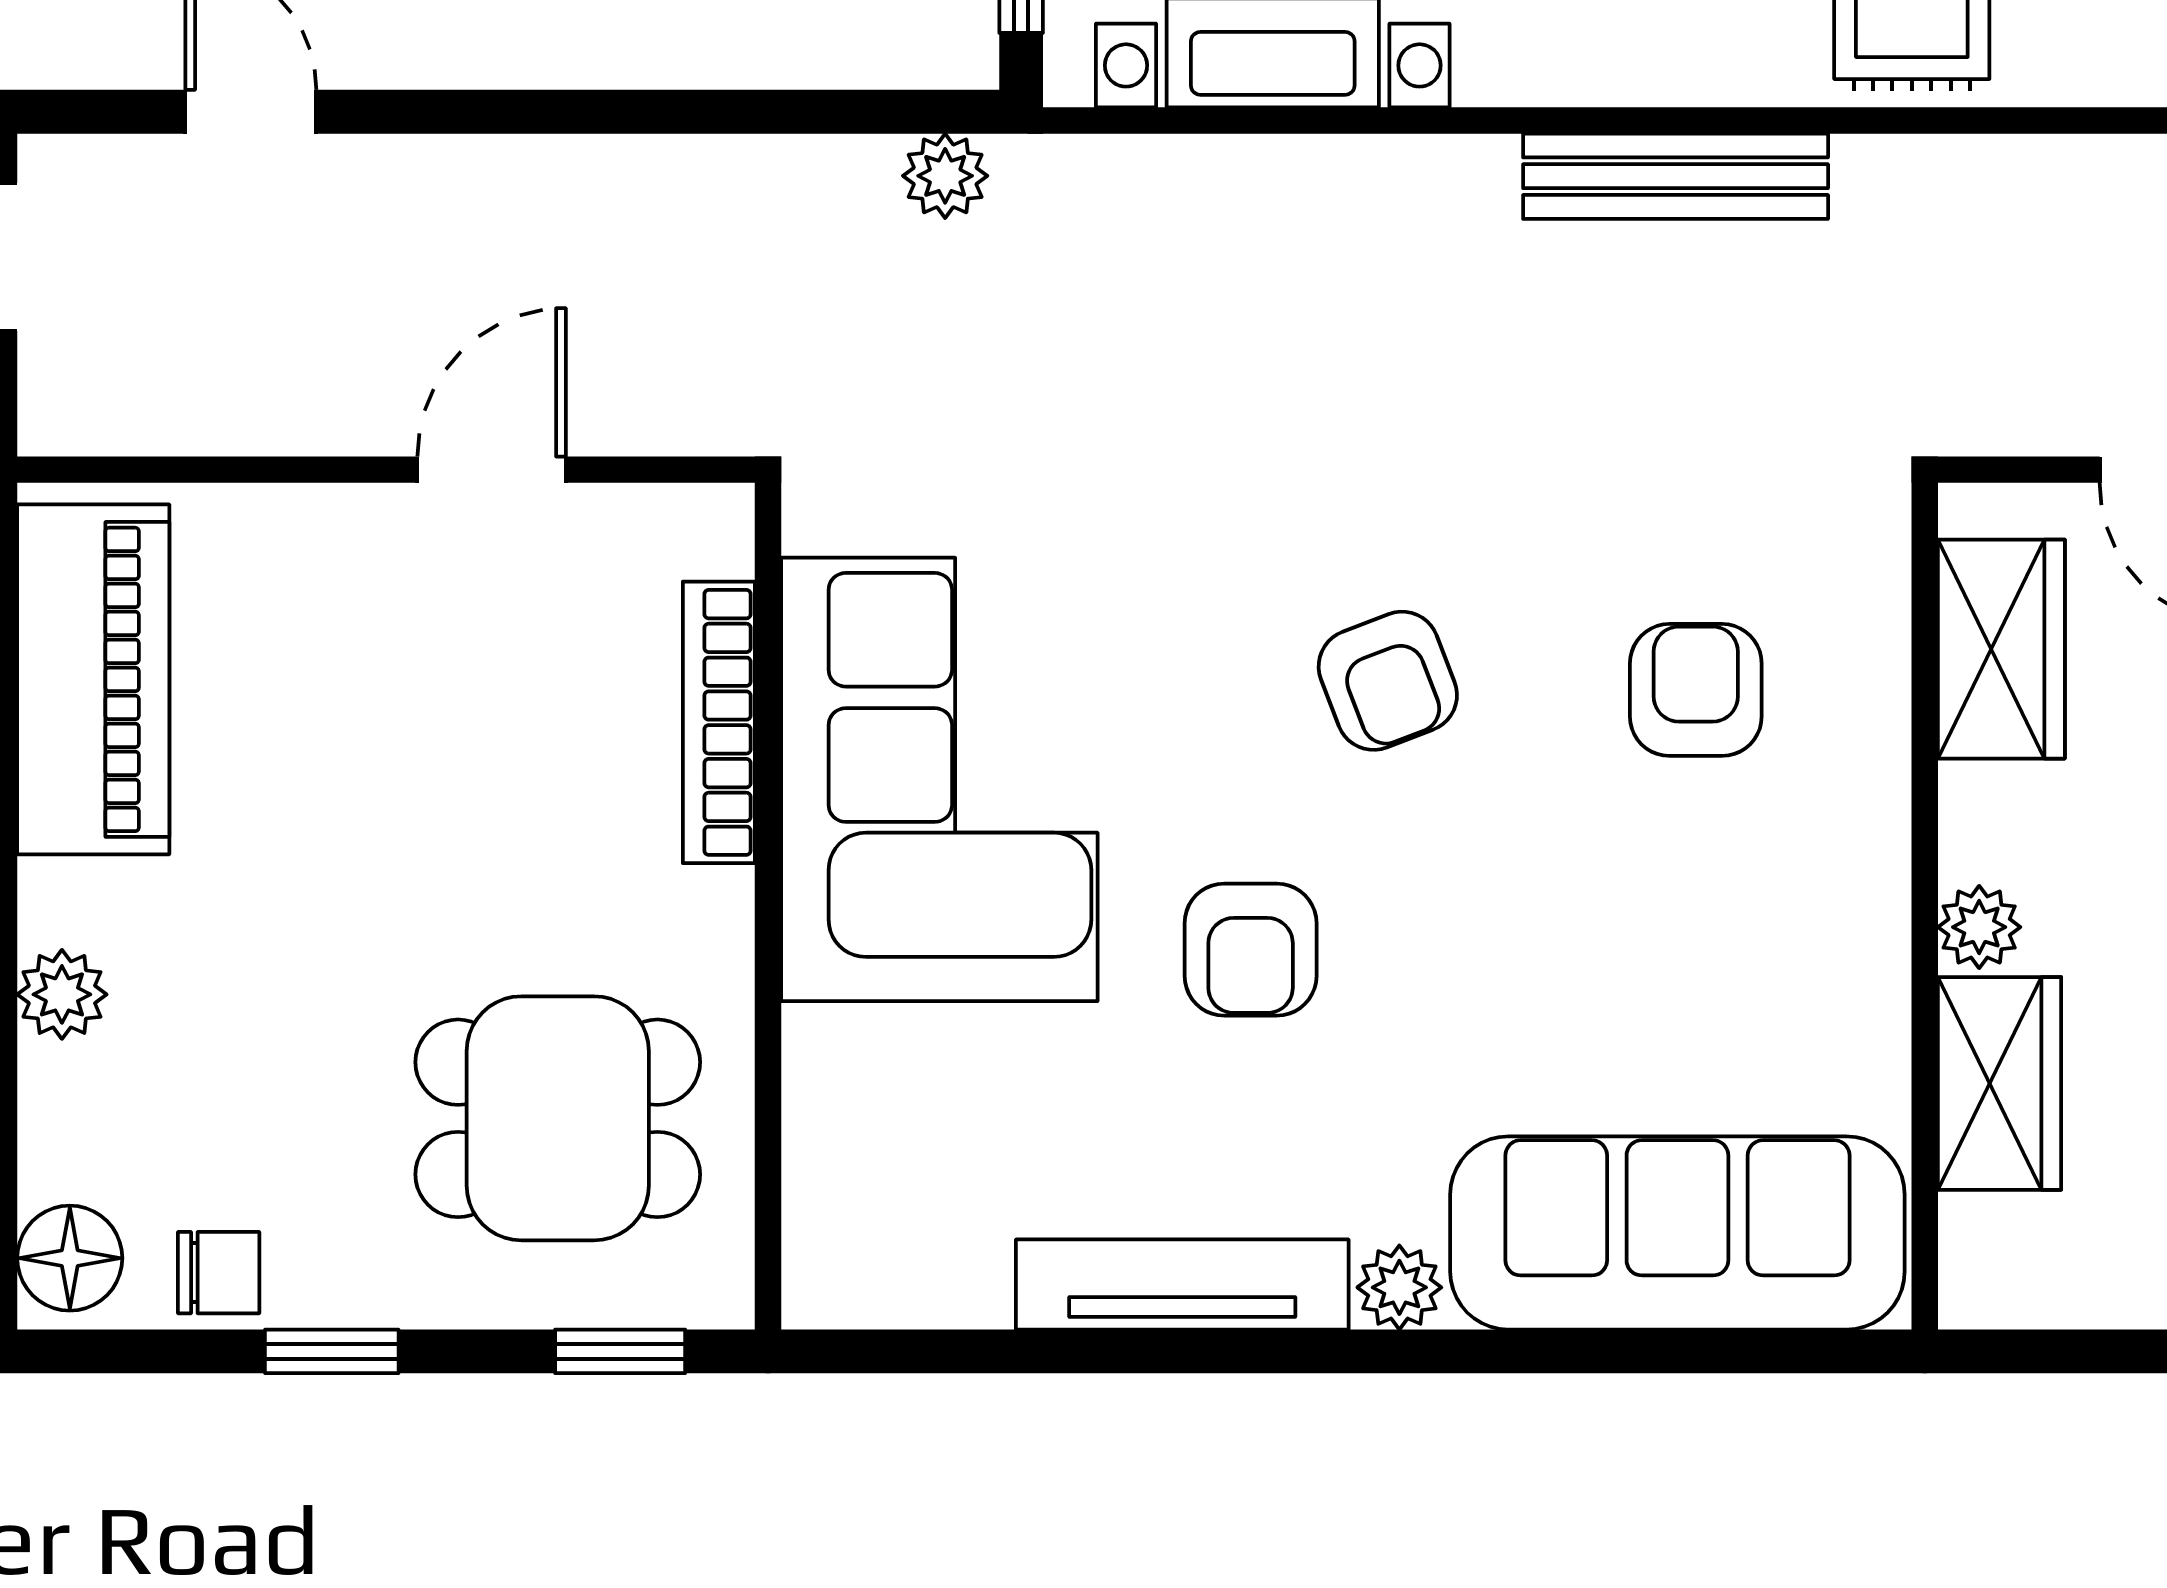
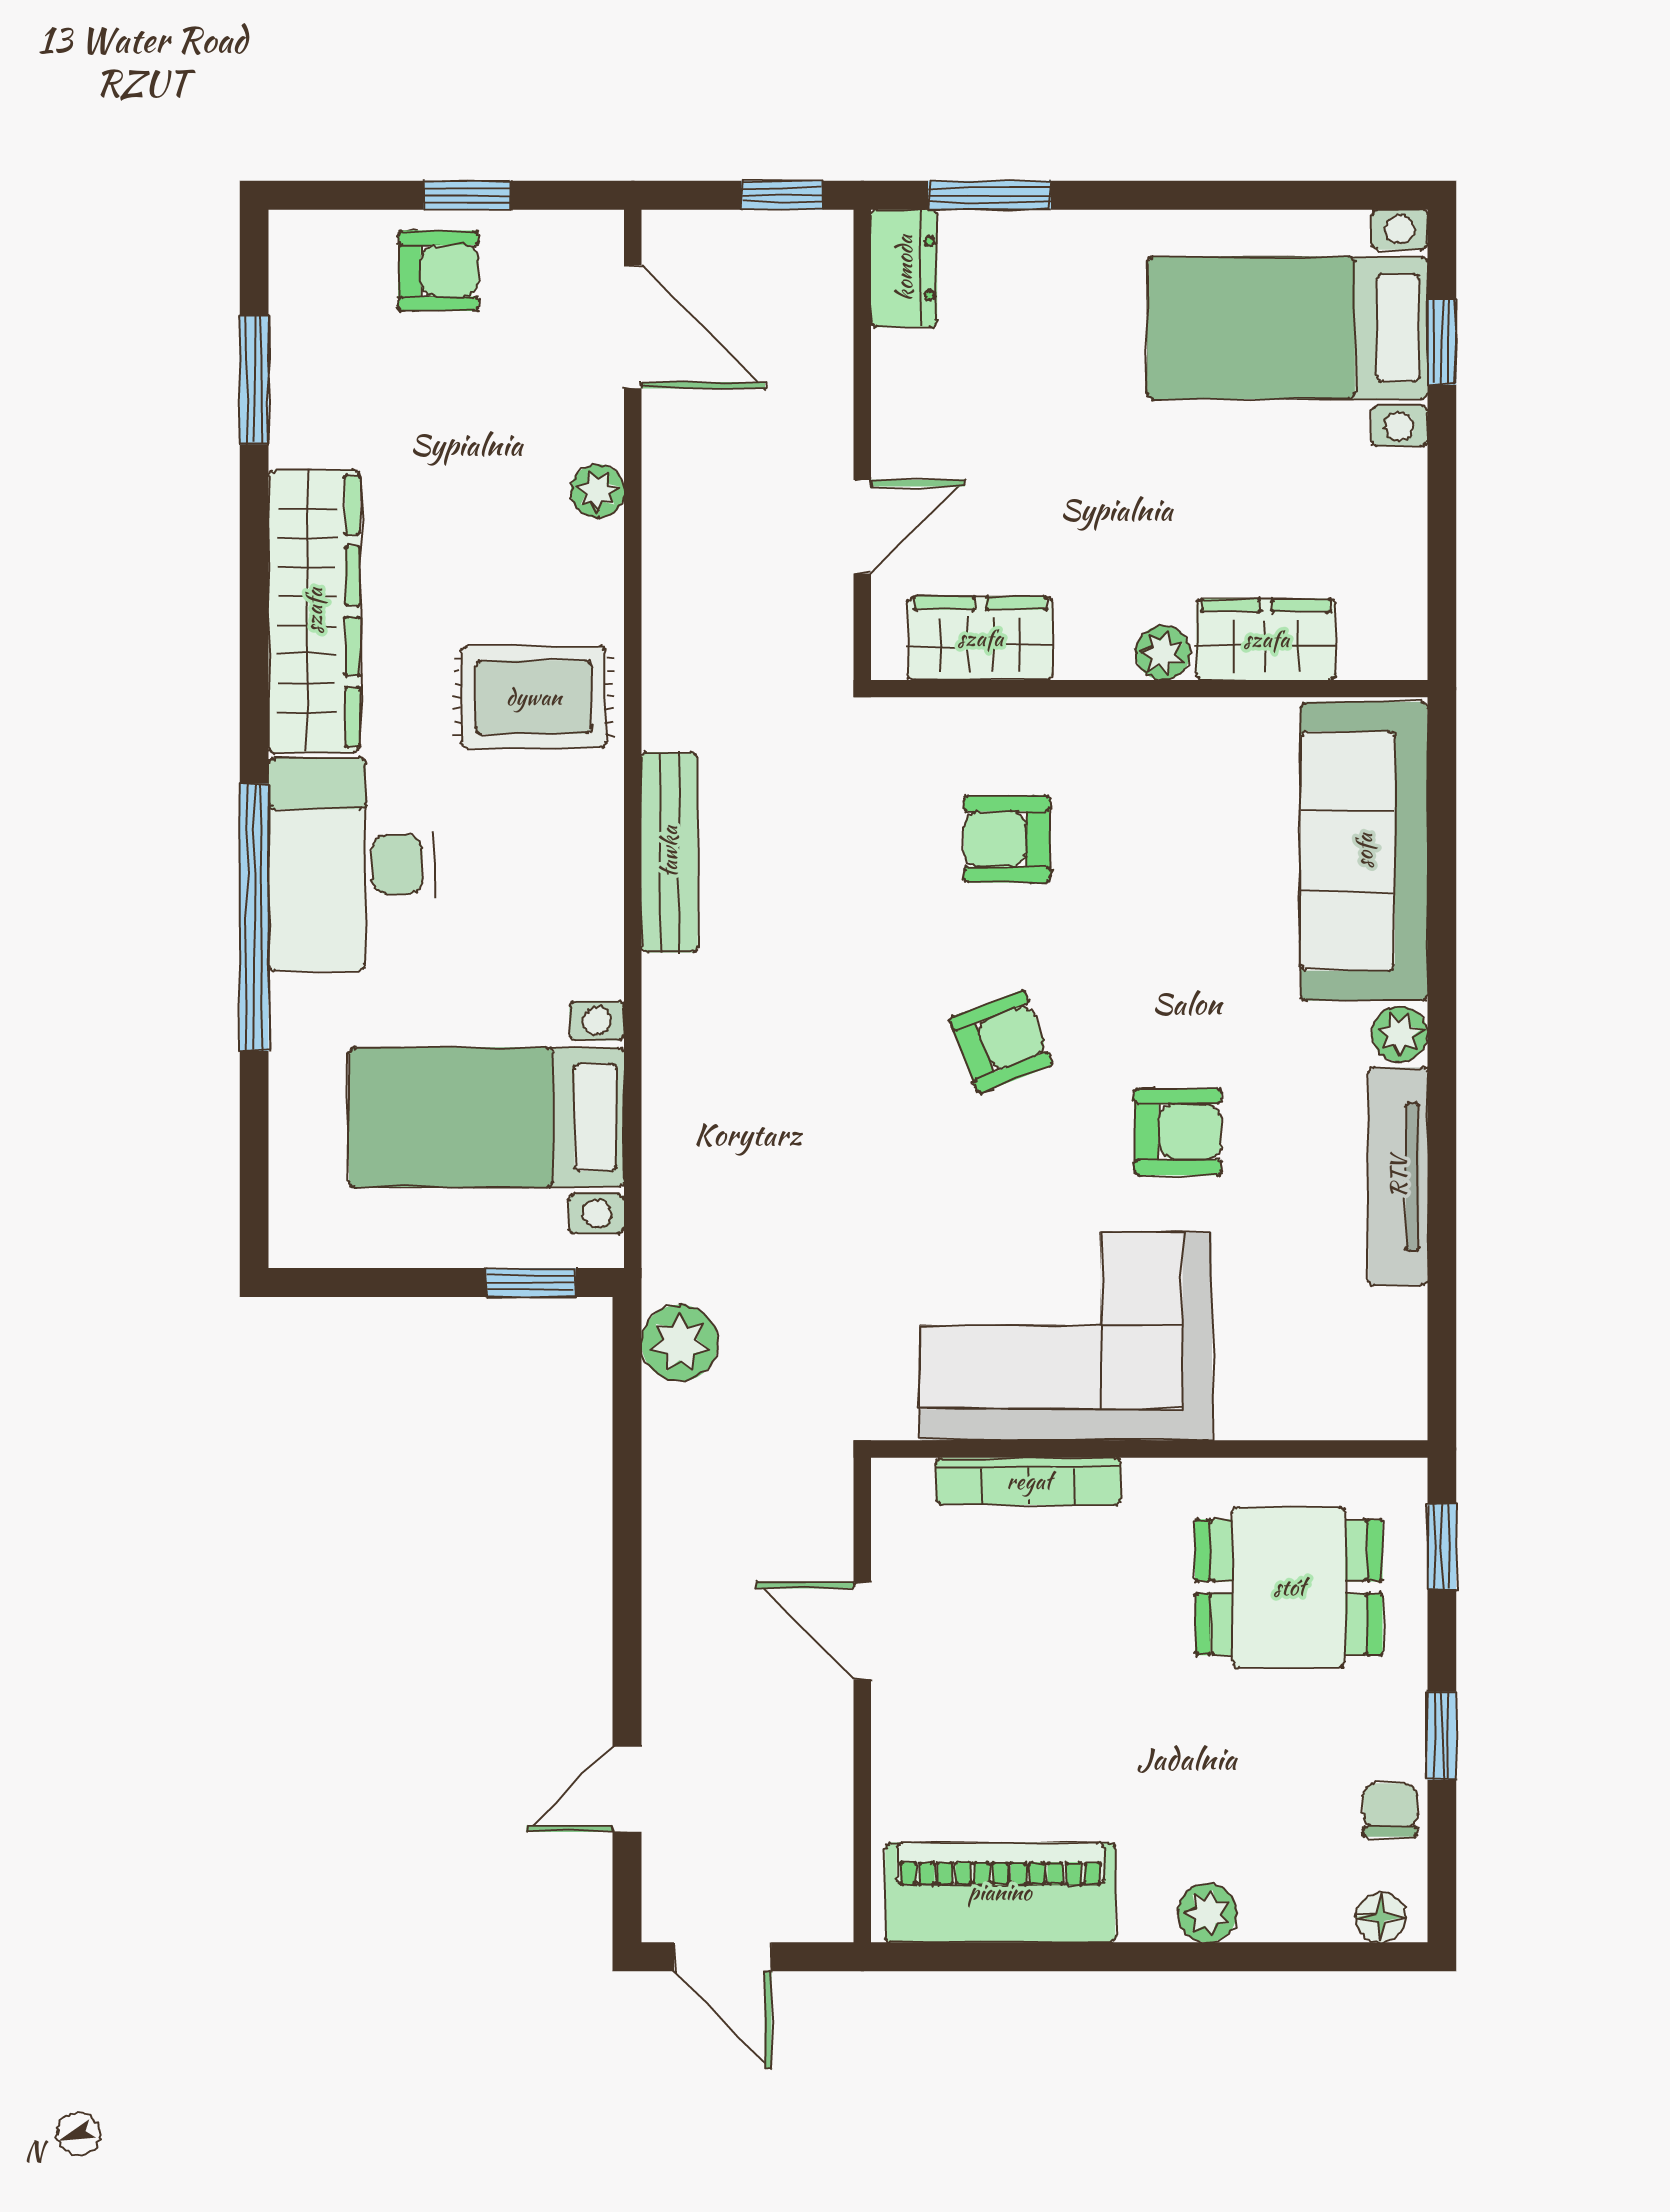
plant: (945, 176) -> (680, 1343), width x1.38, depth x1.38
dining table: (558, 1118) -> (1289, 1587), turned 90
floor lamp: (70, 1258) -> (1381, 1917), width x0.73, depth x0.73

